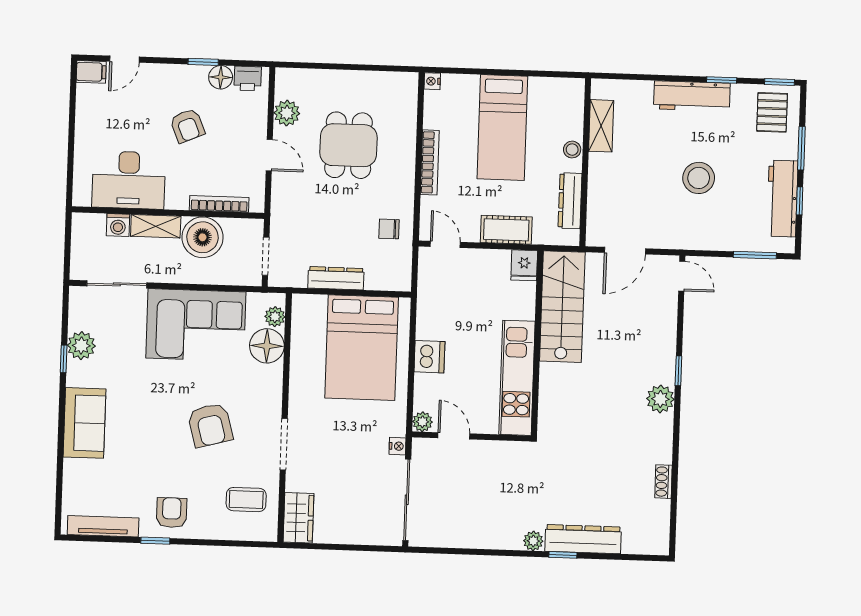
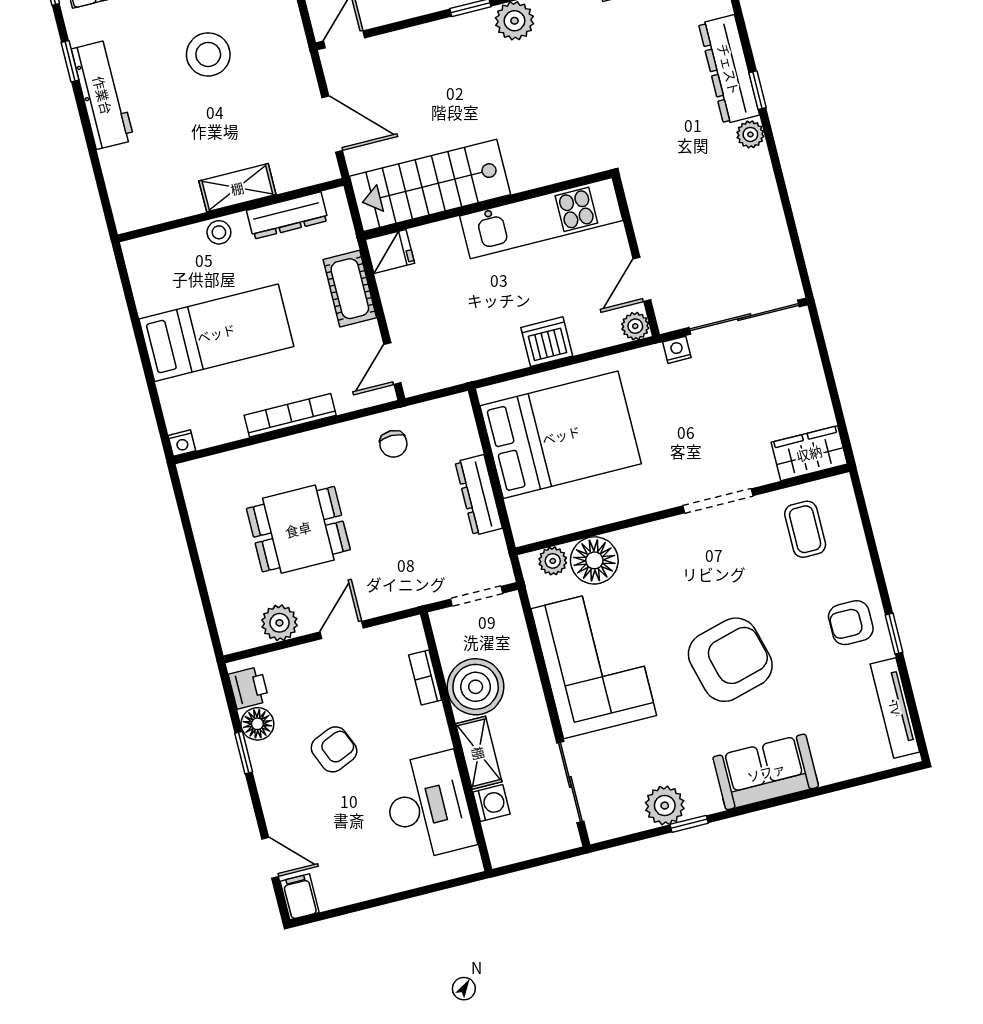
shelving: (601, 126) -> (237, 188), moved
bookcase: (219, 204) -> (425, 677), width x0.64
armchair: (210, 425) -> (730, 660), moved, width x1.36, depth x1.36

